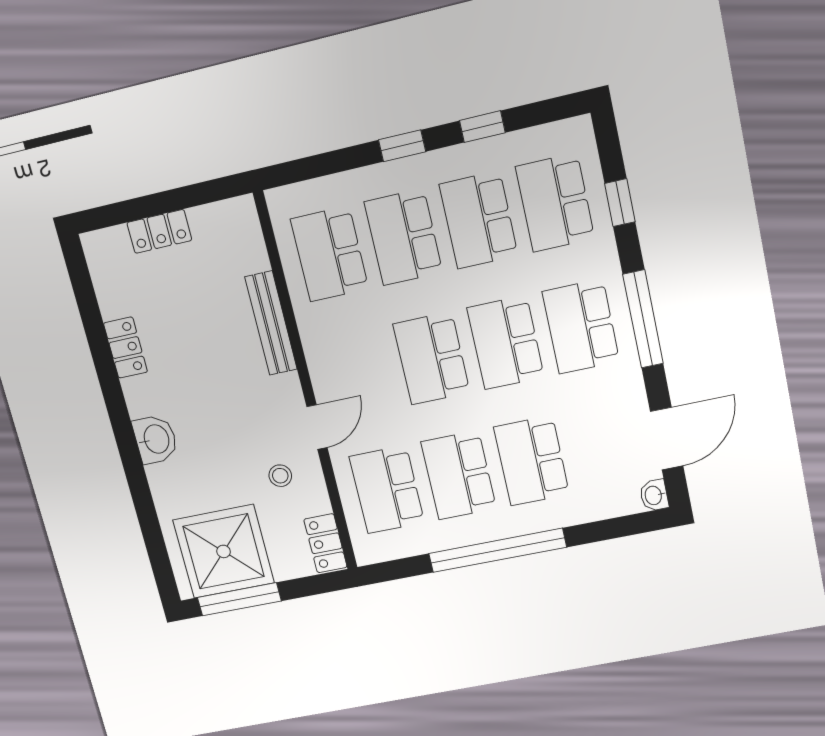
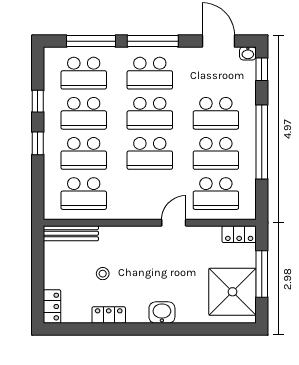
window: (620, 203) -> (91, 41), width x2.17
locker: (159, 231) -> (52, 307), moved
bench: (271, 323) -> (71, 233), moved
door: (317, 427) -> (174, 223), hinge flipped
stool: (280, 476) -> (103, 274), moved
window: (630, 525) -> (262, 69), added
window: (239, 599) -> (262, 274), moved

